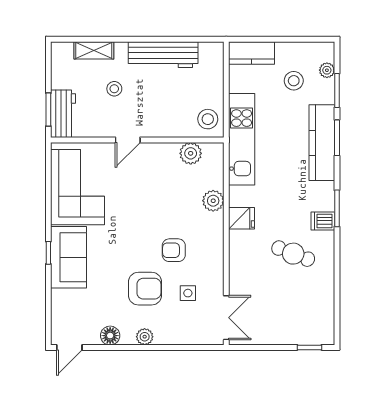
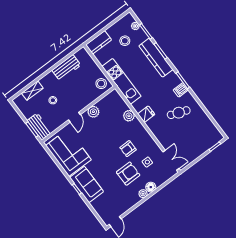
workbench: (163, 55) -> (66, 68), width x0.73
plant: (191, 153) -> (93, 112), moved
floor lamp: (110, 336) -> (151, 187), moved

